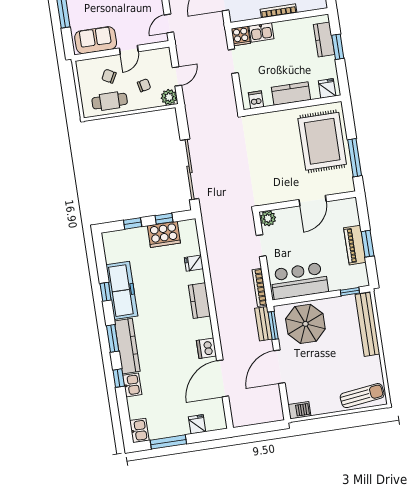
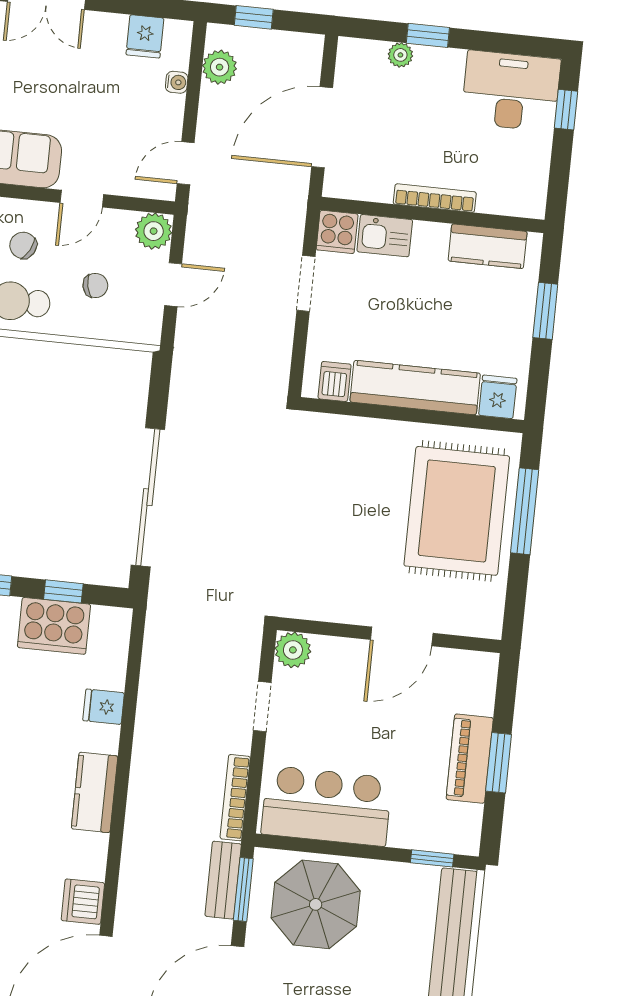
kitchen counter: (324, 39) -> (488, 246), moved, turned -90
kitchen counter: (291, 94) -> (415, 388), width x1.50
plant: (169, 97) -> (154, 231), moved
window: (355, 158) -> (525, 511), moved

